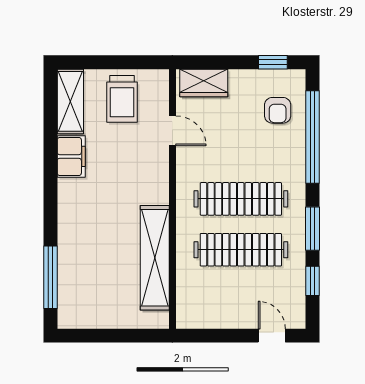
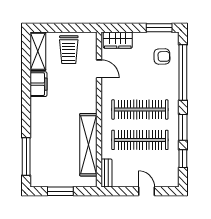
window: (273, 62) -> (159, 28), width x1.50
armchair: (278, 110) -> (162, 57), turned -91
bench: (185, 305) -> (106, 173), added
window: (108, 336) -> (60, 191), added
door: (272, 336) -> (147, 191), moved

